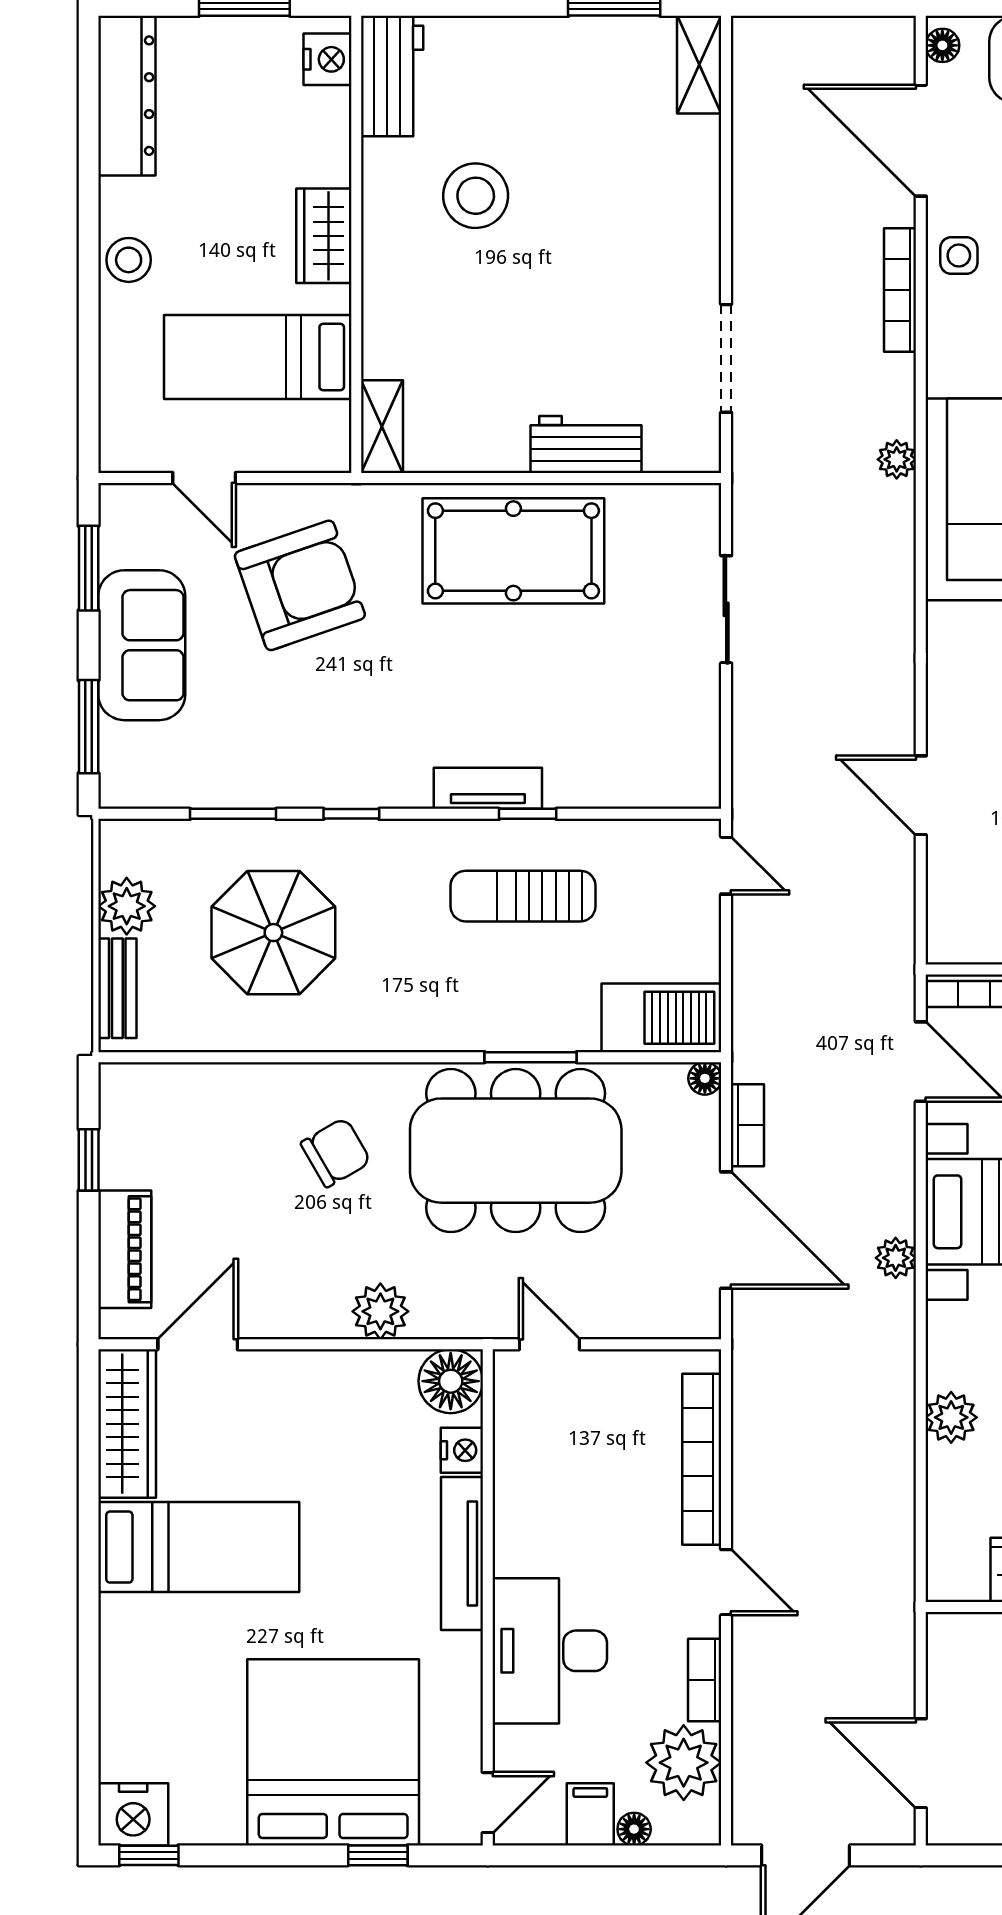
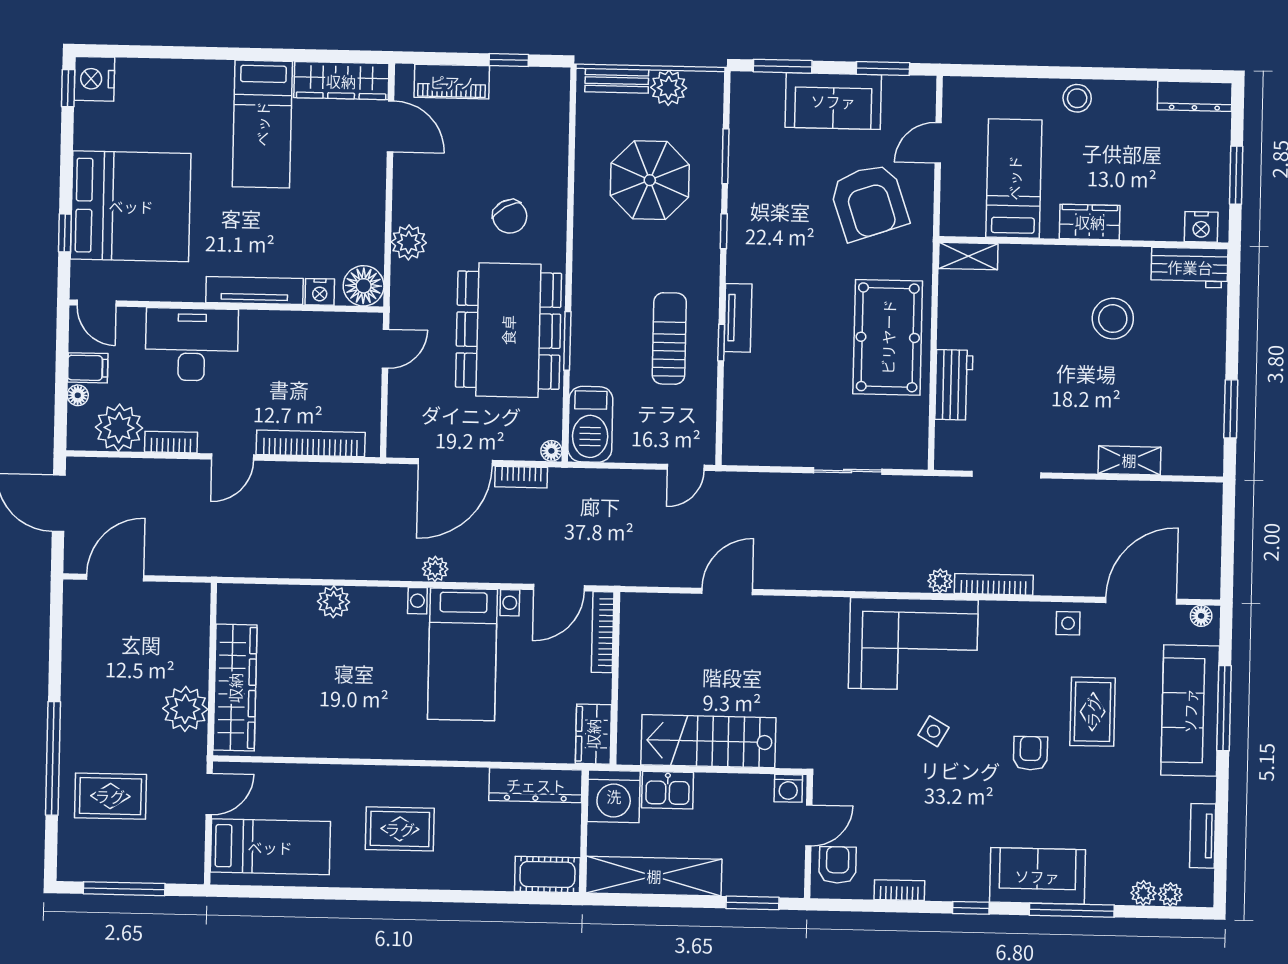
shelving: (699, 65) -> (1129, 460), moved
dresser: (127, 96) -> (1195, 96), width x0.73, depth x0.80
bookcase: (900, 290) -> (994, 584), moved

